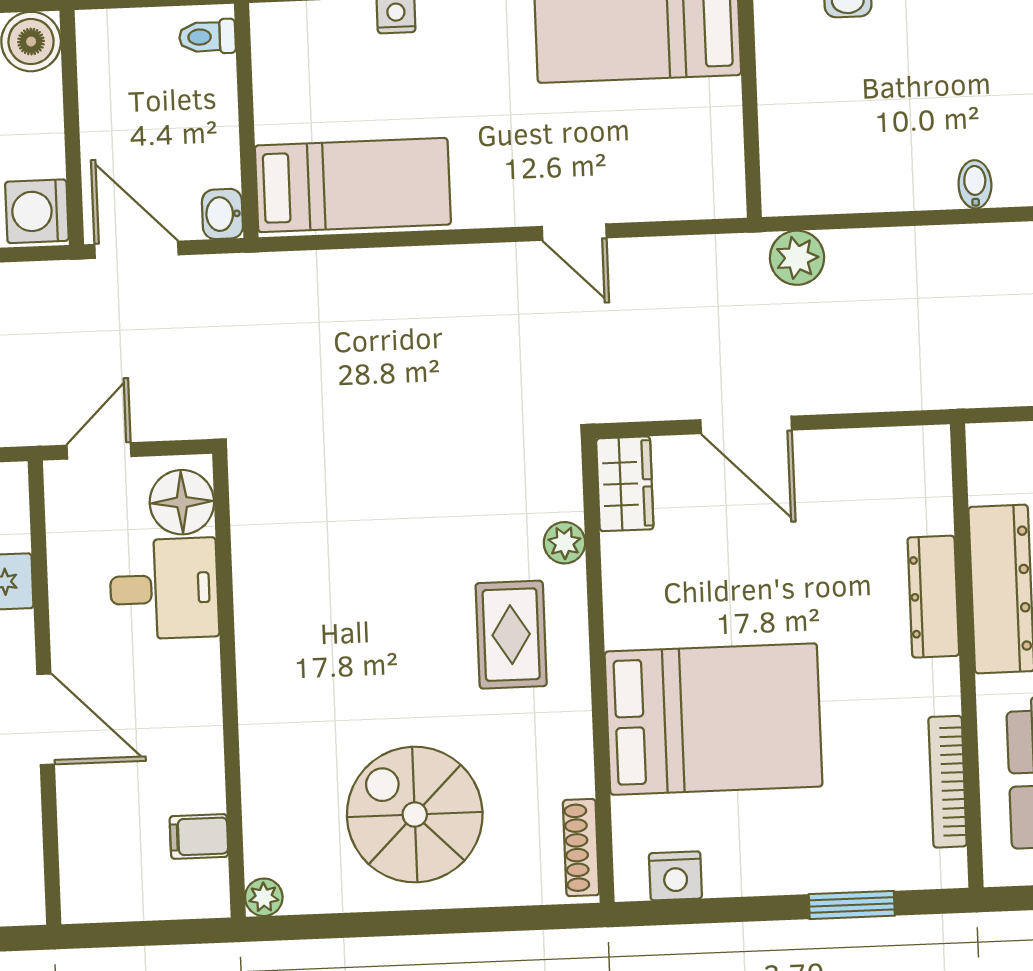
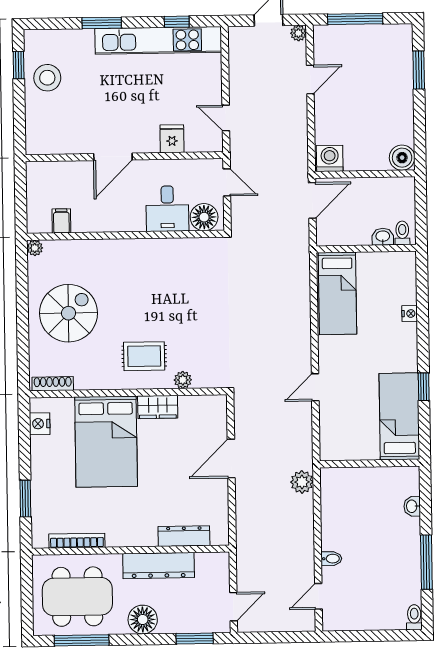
washbasin: (222, 214) -> (383, 237), moved
wardrobe: (625, 484) -> (158, 407), moved
dresser: (933, 597) -> (184, 536), moved

